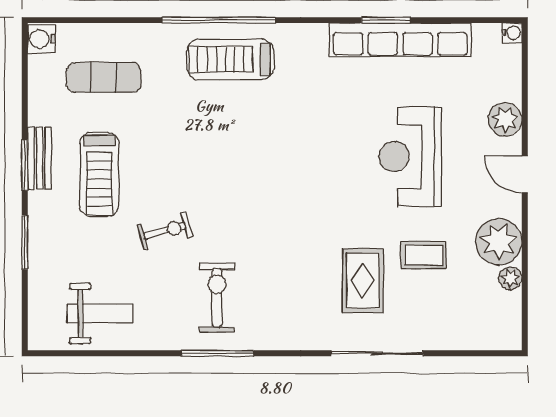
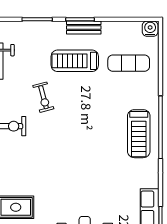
treadmill: (230, 59) -> (139, 134), turned 180
exercise mat: (104, 77) -> (129, 63), turned 90

